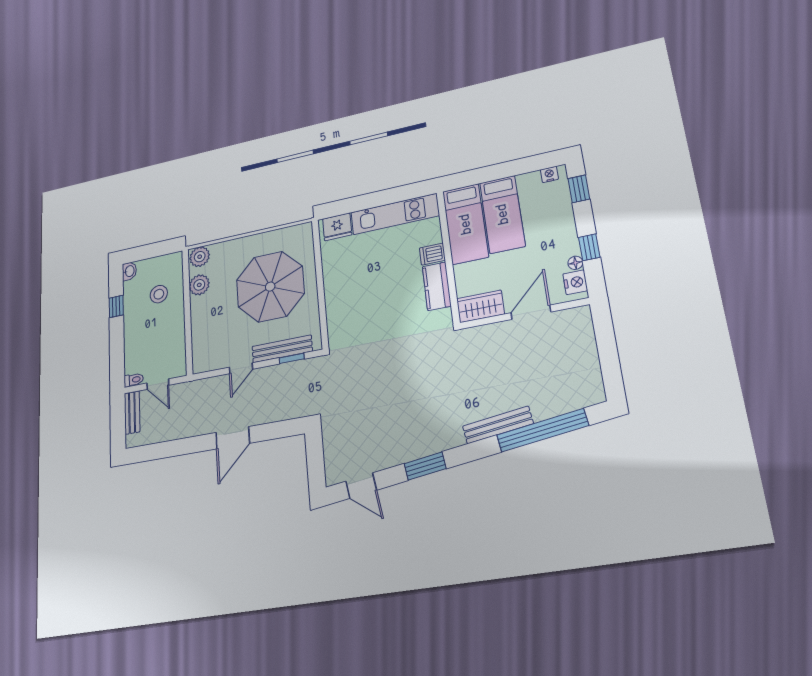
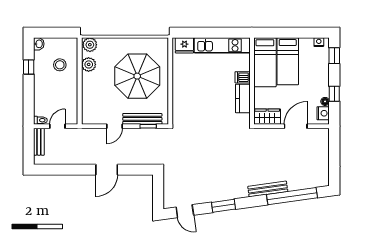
door: (158, 384) -> (57, 126), swing flipped

